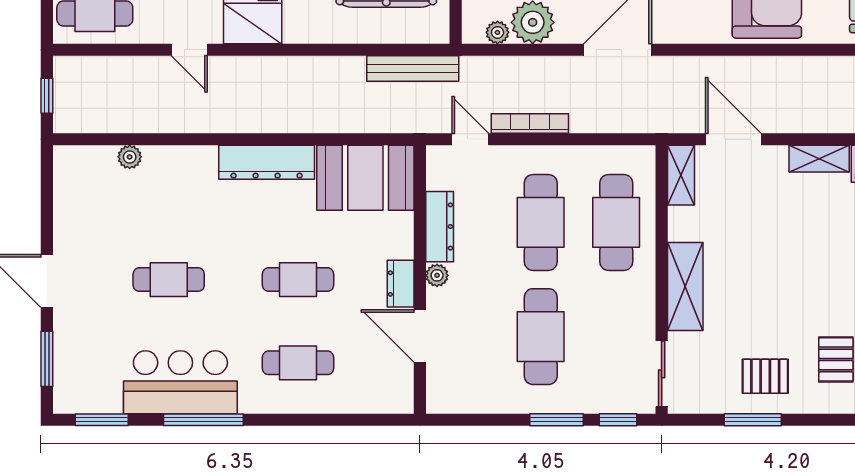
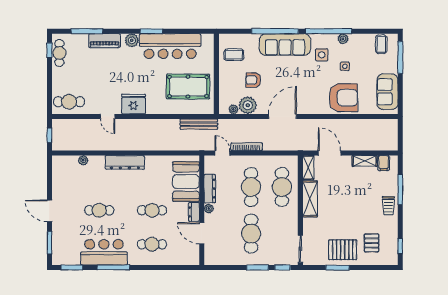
dresser: (267, 162) -> (125, 162), moved
booth: (365, 178) -> (186, 182), moved, turned 90
shelving: (685, 286) -> (310, 199), moved
pallet: (765, 376) -> (343, 250), width x1.50, depth x1.42

